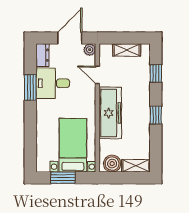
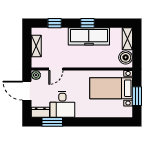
window: (30, 87) -> (52, 122), moved
freezer: (110, 113) -> (89, 36), moved, turned 180

